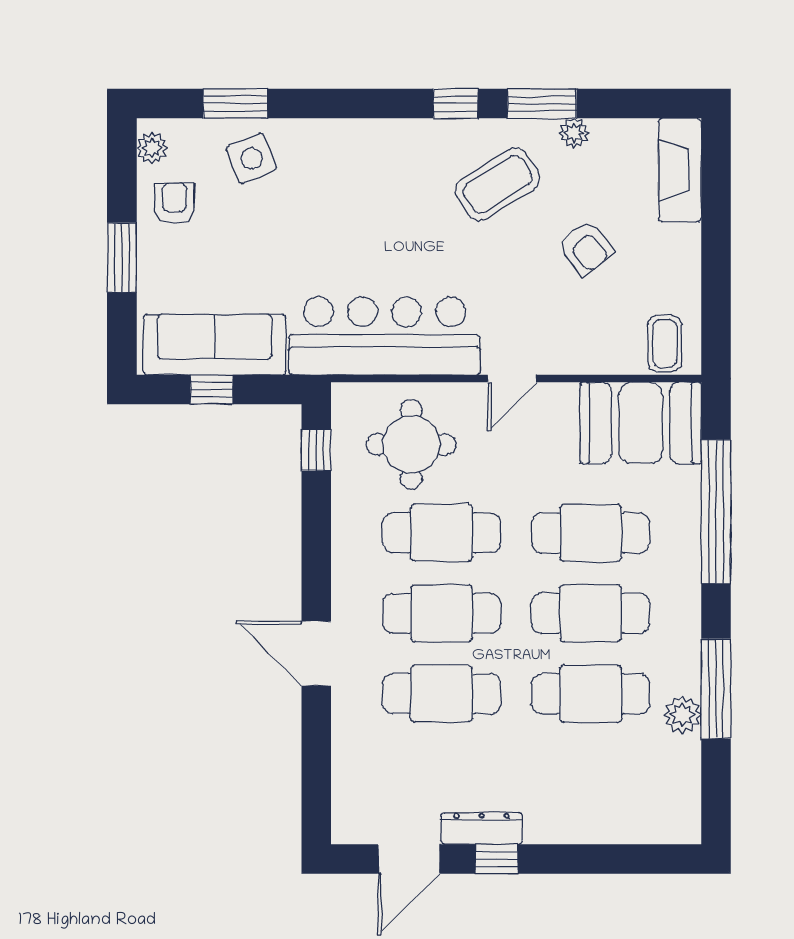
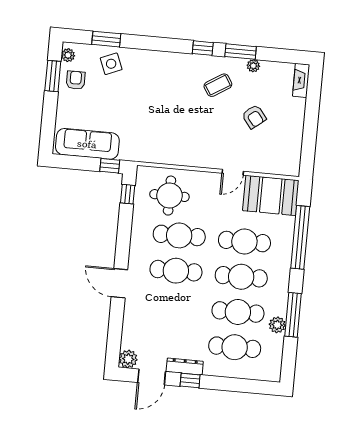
fireplace: (680, 170) -> (301, 80), width x0.73, depth x0.76
coffee table: (498, 184) -> (218, 85), width x0.73, depth x0.77
window: (122, 258) -> (53, 76), moved
bar counter: (385, 336) -> (162, 147), removed
coffee table: (665, 343) -> (285, 162), removed
door: (512, 379) -> (233, 172), moved
window: (211, 390) -> (110, 166), moved
cafe table: (442, 694) -> (235, 347), moved
plant: (352, 823) -> (128, 359), added

